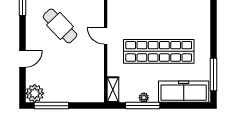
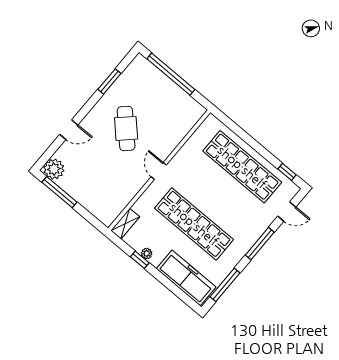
window: (214, 28) -> (260, 244), added
window: (143, 106) -> (140, 260), width x0.46

